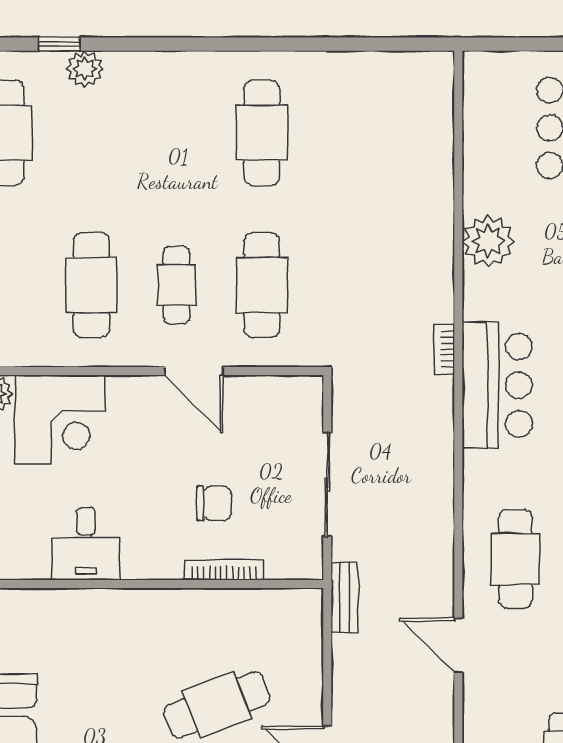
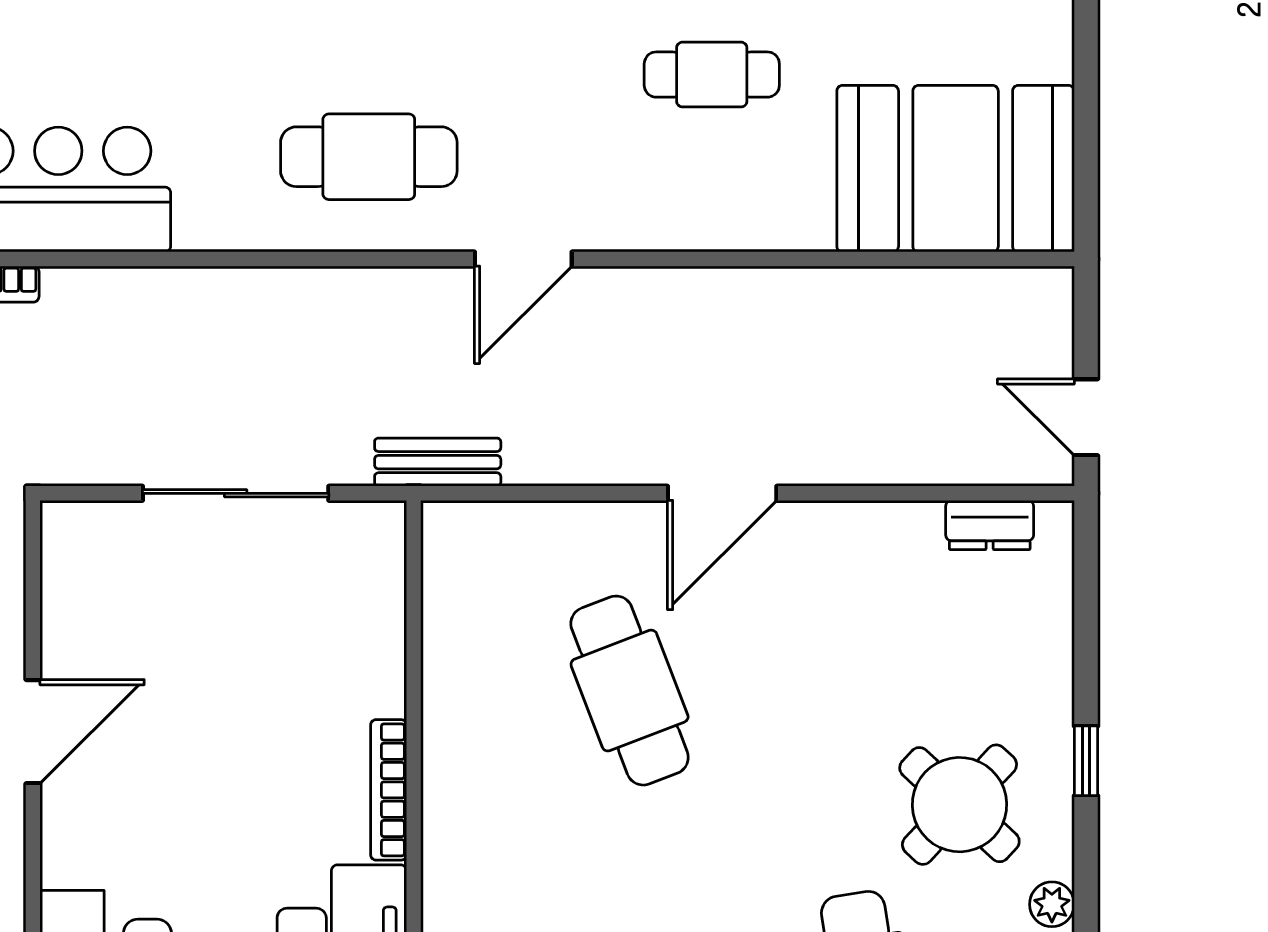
chair: (214, 503) -> (269, 696), removed
bookcase: (224, 570) -> (389, 790), moved

